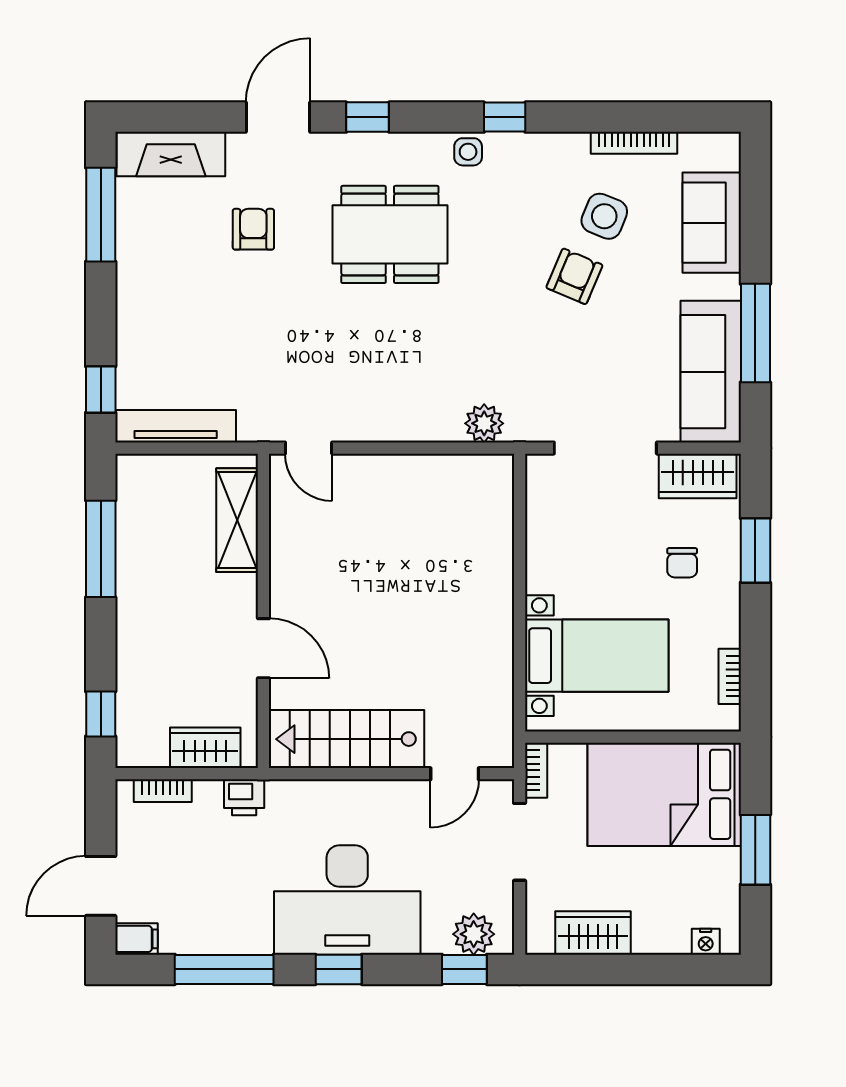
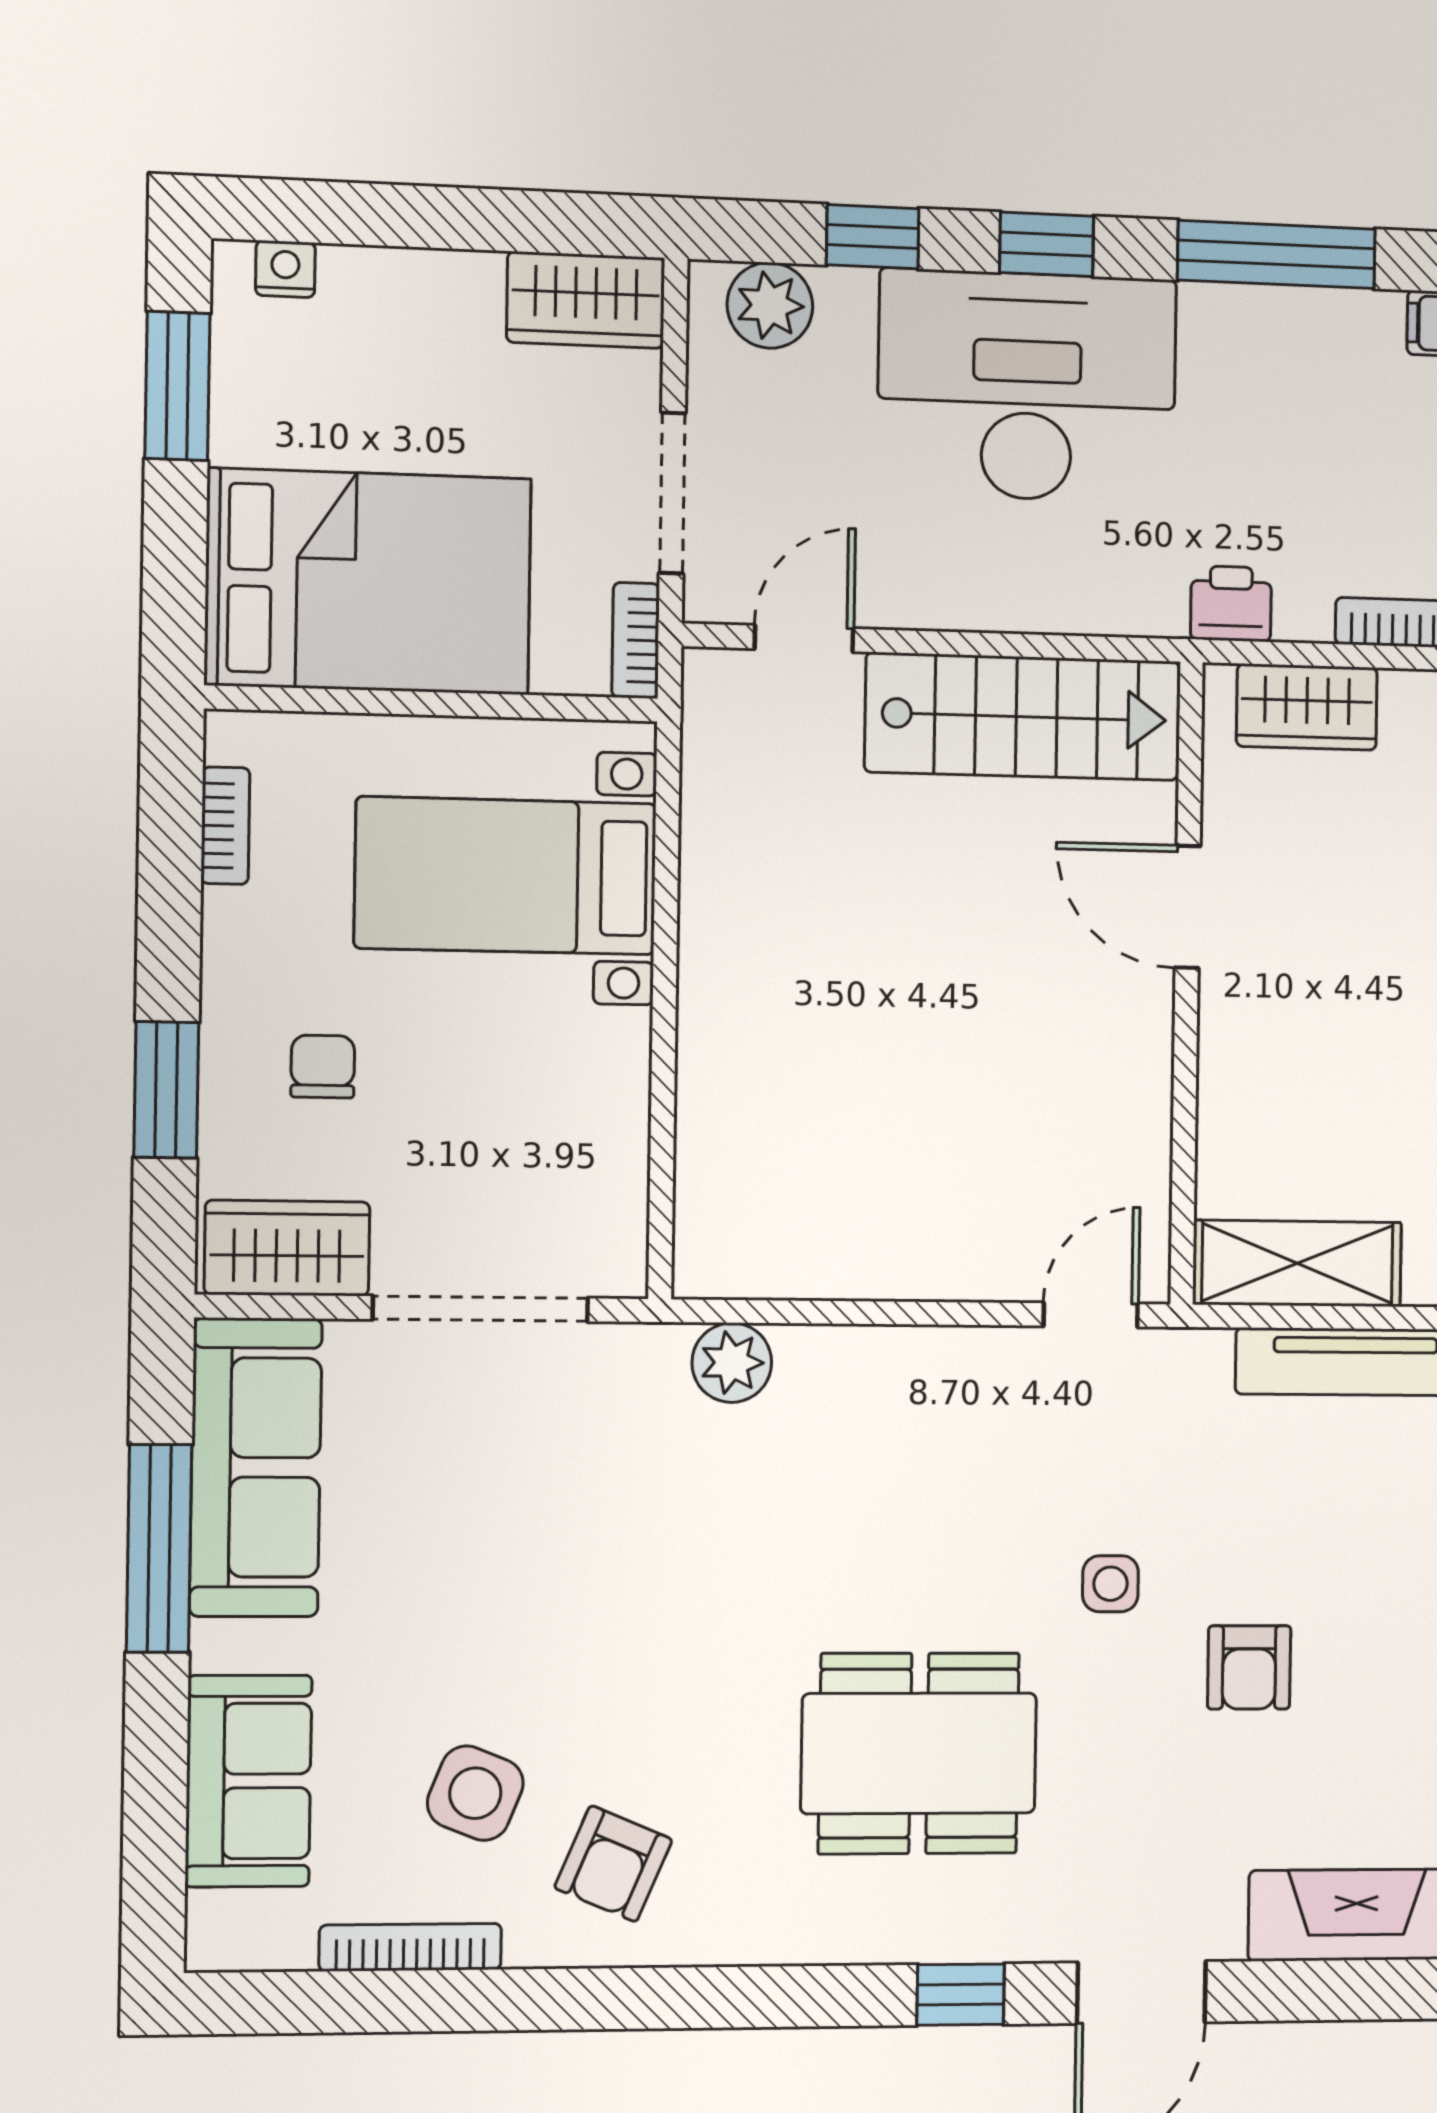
window: (505, 117) -> (679, 1998), removed
side table: (468, 152) -> (1110, 1584), moved
armchair: (253, 229) -> (1249, 1667), moved
armchair: (574, 276) -> (613, 1864), moved
door: (309, 448) -> (1091, 1315), hinge flipped
shelving: (237, 520) -> (1297, 1263), moved, turned 90
window: (755, 850) -> (177, 386), moved
wardrobe: (593, 933) -> (586, 300), moved
window: (464, 969) -> (873, 237), moved

